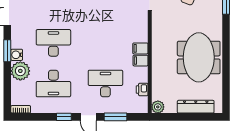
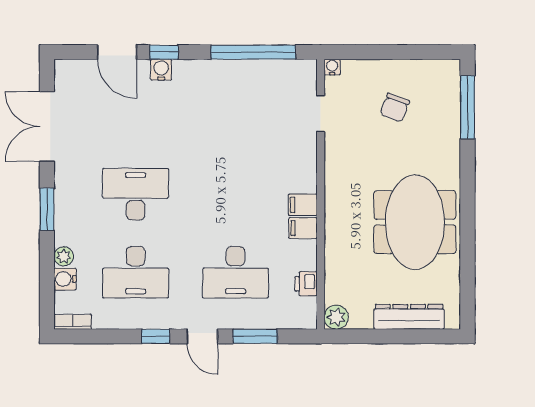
water cooler: (17, 55) -> (65, 279), moved
plant: (20, 71) -> (64, 256), width x0.53, depth x0.53
desk: (105, 83) -> (236, 272), turned 180

